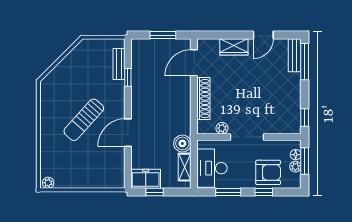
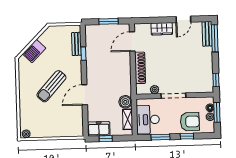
barbecue: (62, 72) -> (34, 51), added

